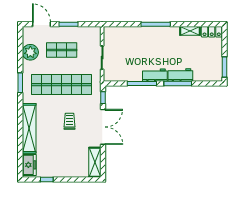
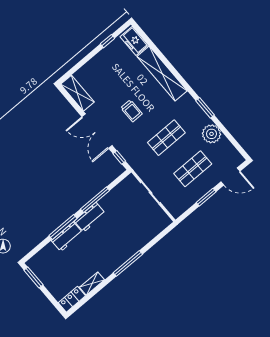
plant: (30, 52) -> (211, 134), moved
shop shelf: (62, 85) -> (166, 138), width x0.50, depth x0.74

